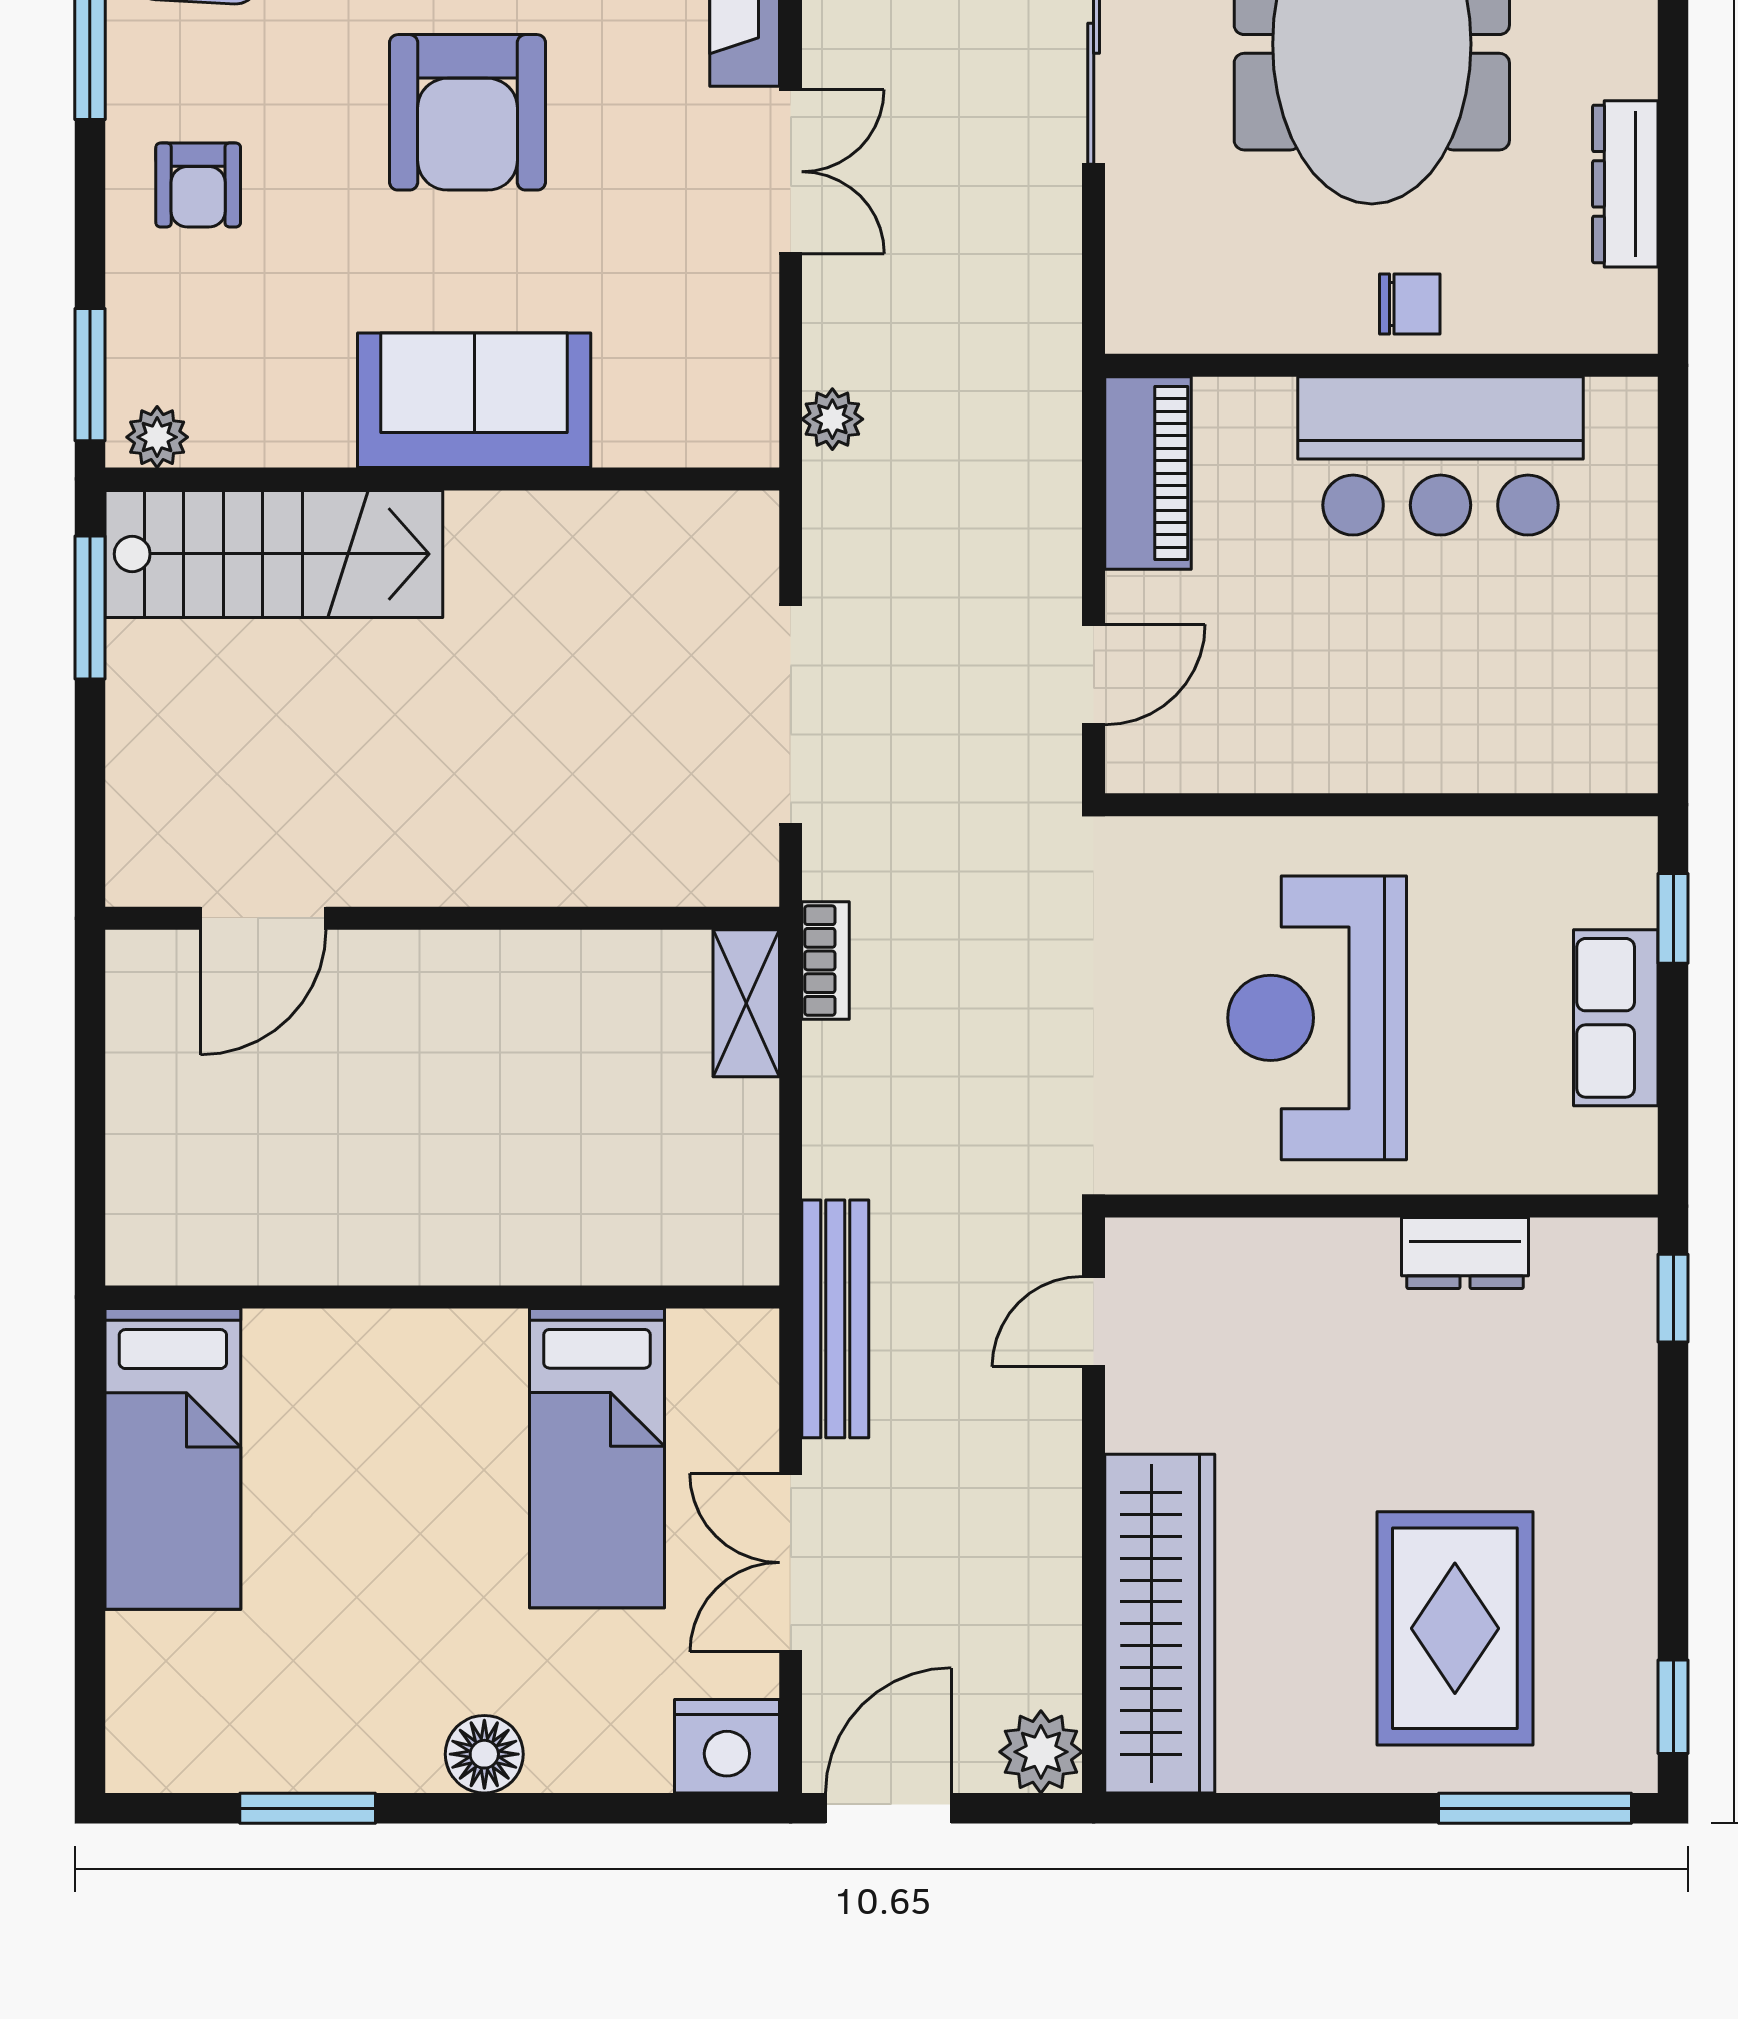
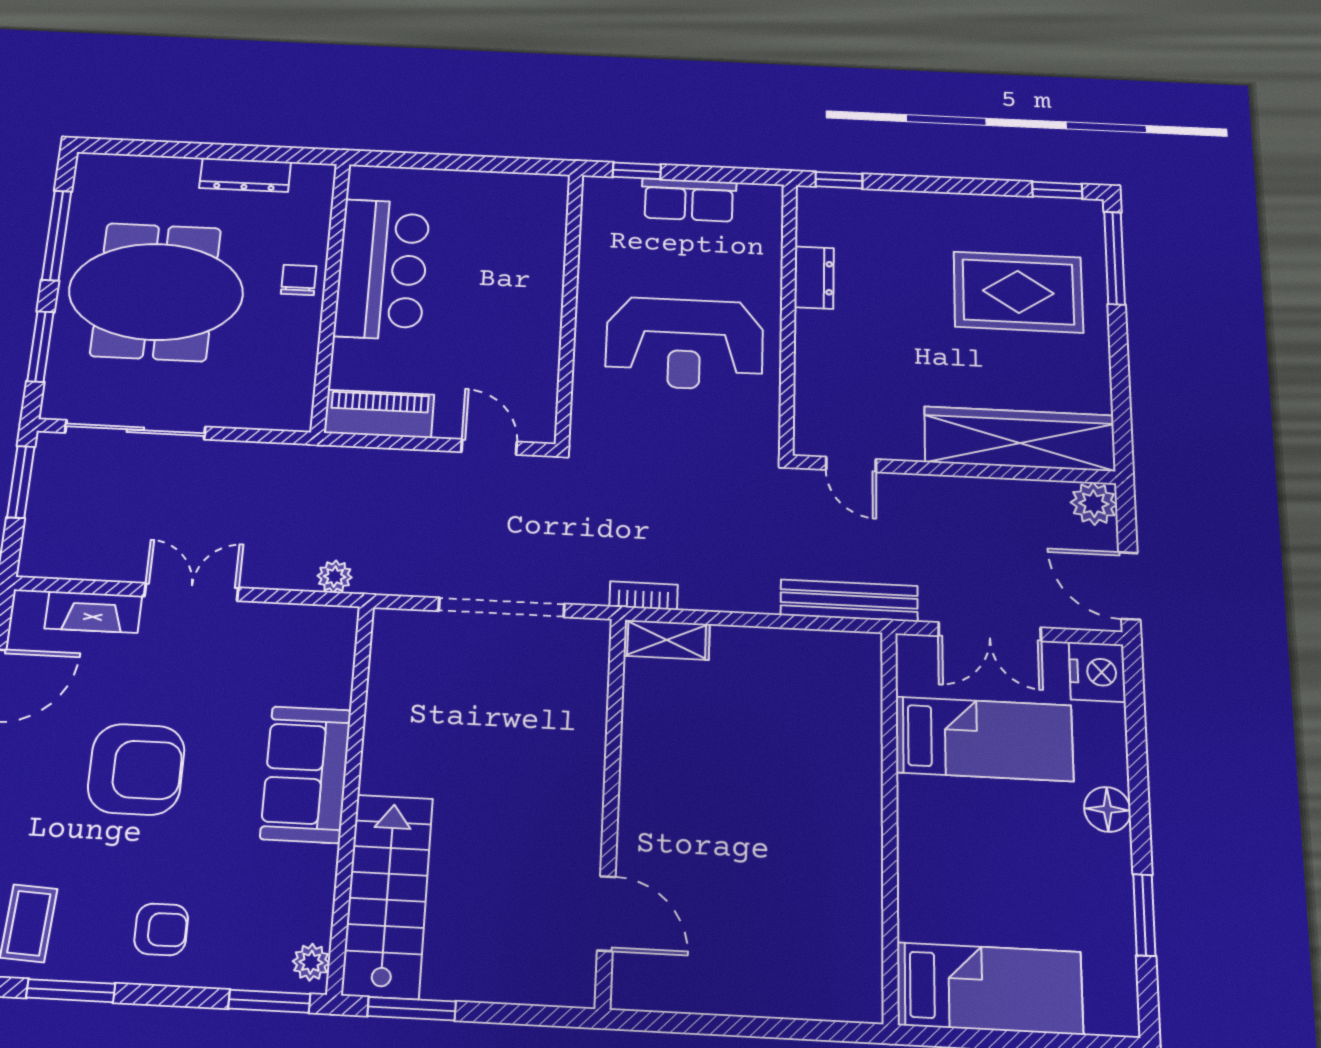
wall: (442, 1297) -> (890, 823), moved
bed: (597, 1458) -> (984, 739), moved
bed: (173, 1459) -> (990, 988), moved

